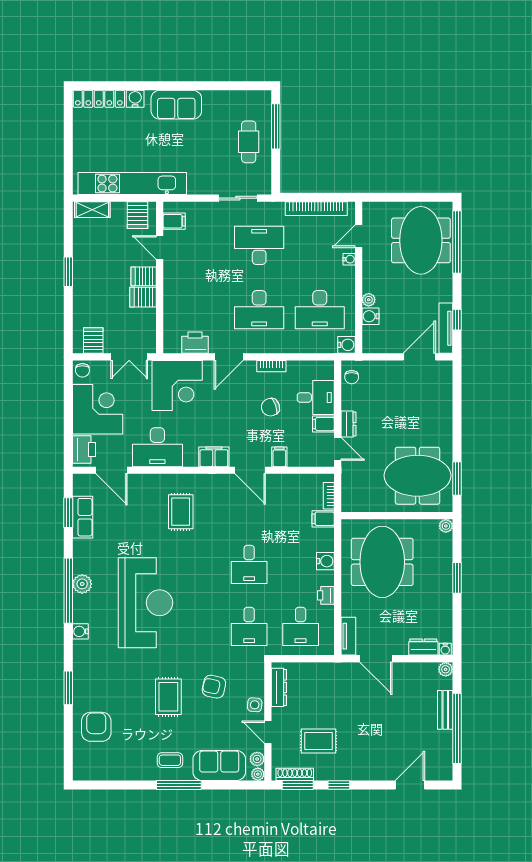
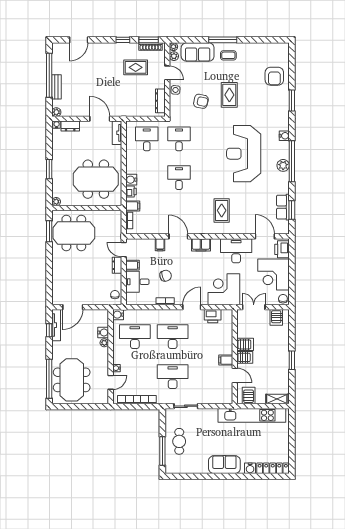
filing cabinet: (174, 221) -> (226, 360), moved
desk: (259, 245) -> (173, 377), turned 180
meeting table: (382, 562) -> (96, 179), turned 90
printer: (326, 595) -> (131, 192), moved

